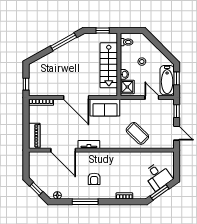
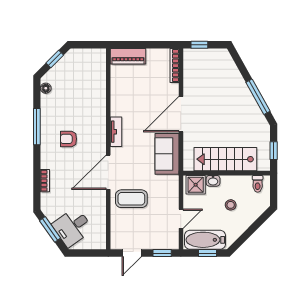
coffee table: (137, 133) -> (131, 199), turned 46
door: (63, 150) -> (108, 172), moved

